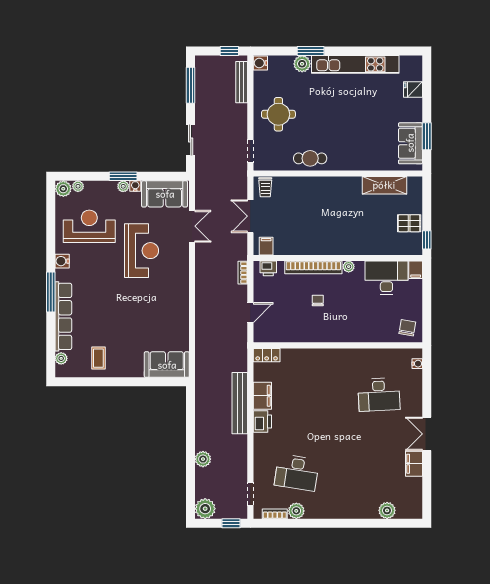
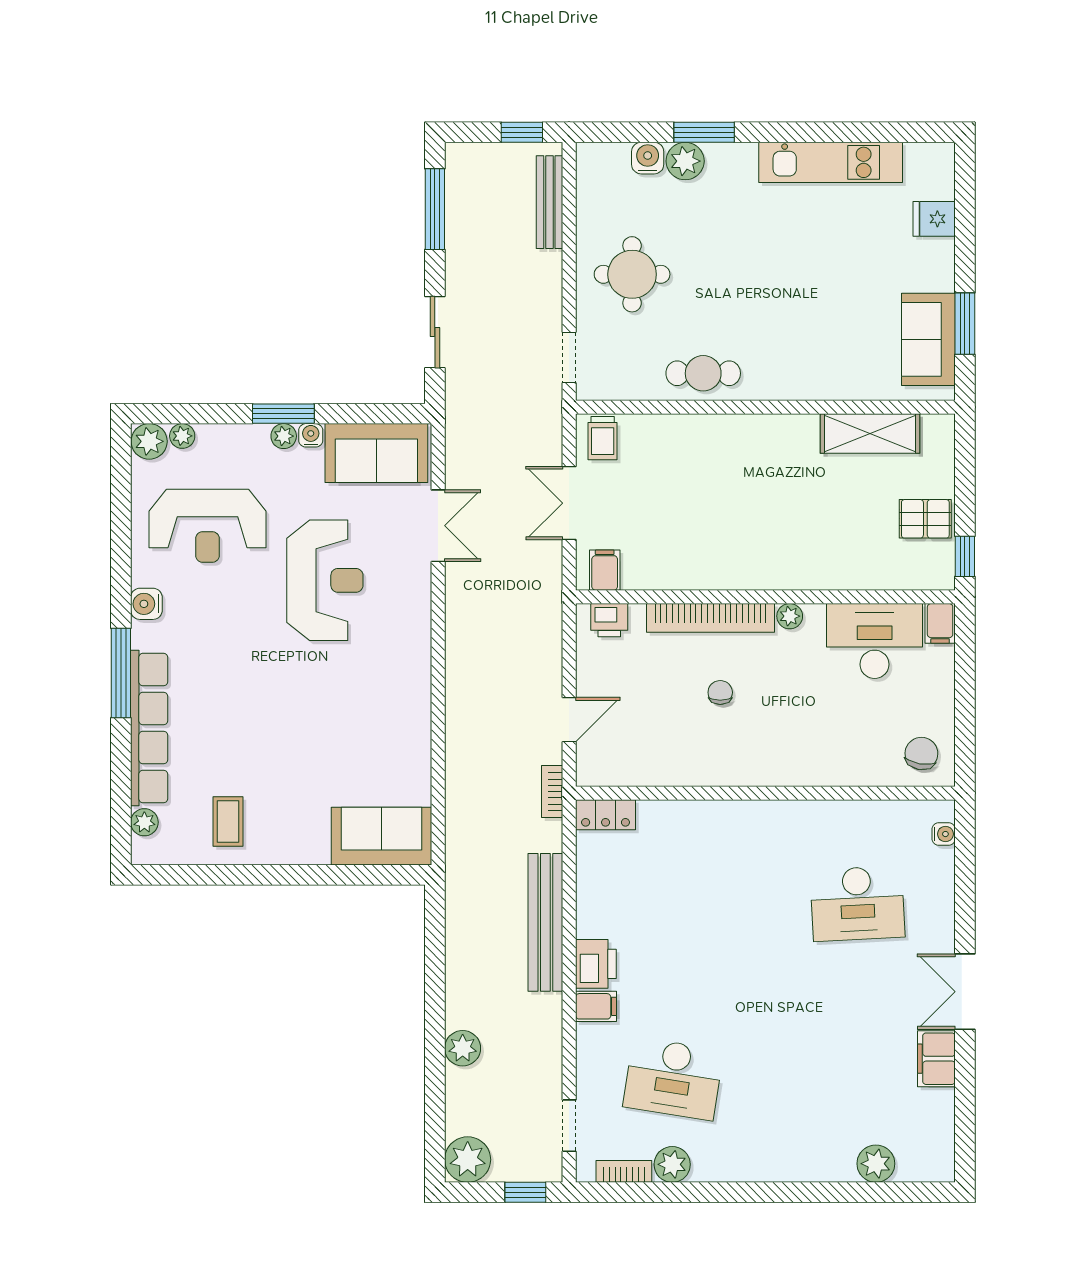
water cooler: (260, 63) -> (648, 158), moved, turned 90
kitchen unit: (355, 64) -> (831, 162), width x0.73
reception desk: (89, 226) -> (207, 526), turned 180
bookcase: (243, 273) -> (552, 792), moved
filing cabinet: (262, 396) -> (596, 1006), moved, width x0.50

